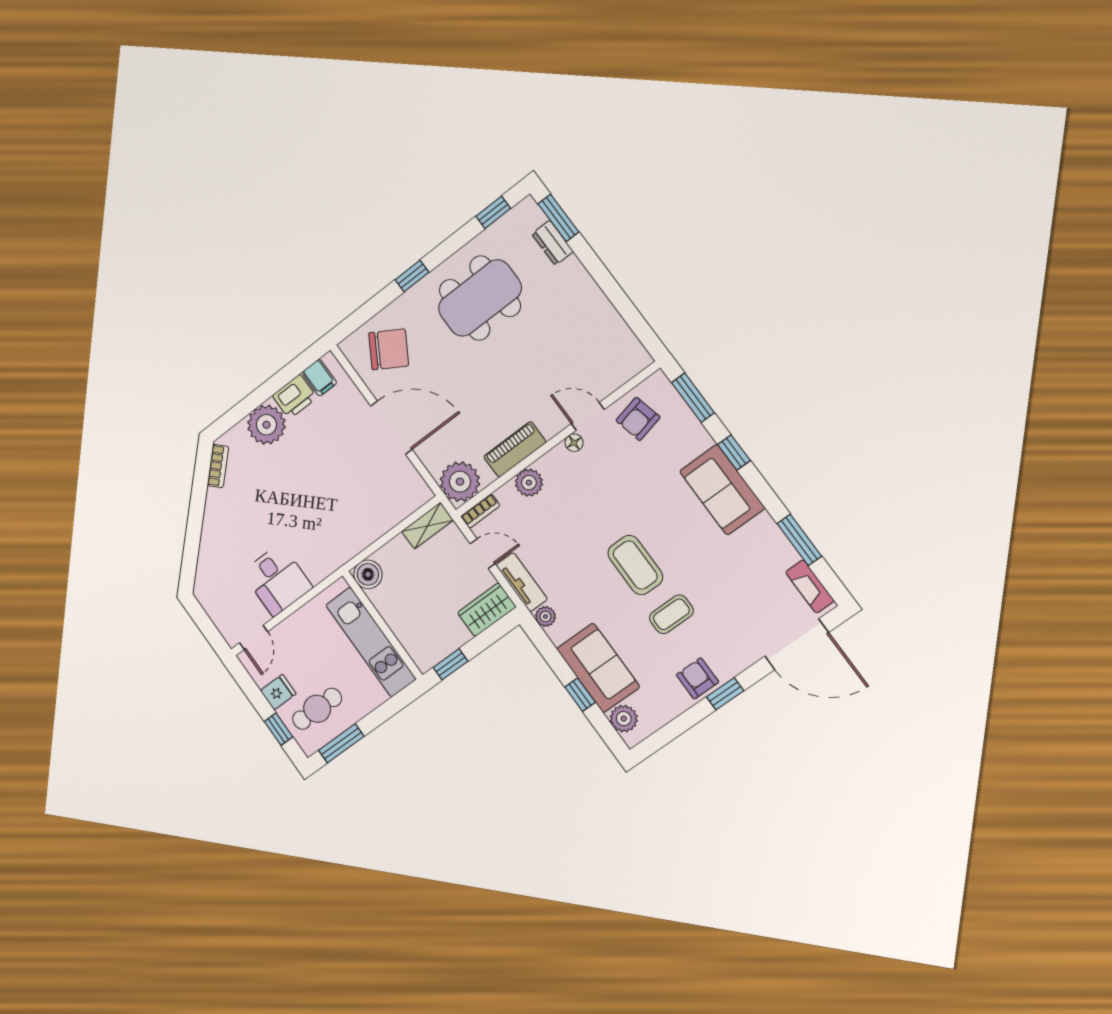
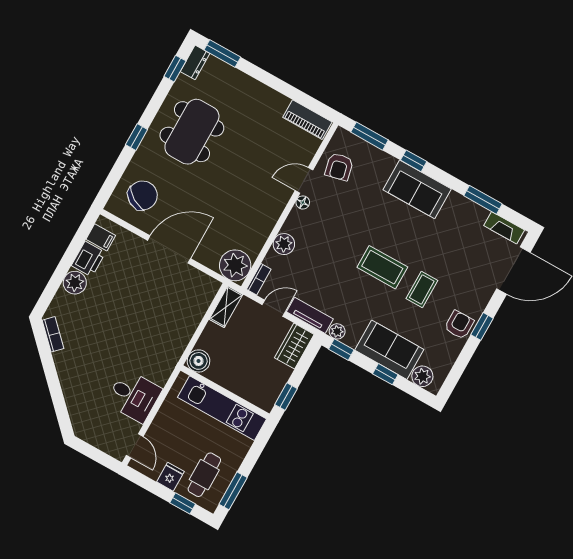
dresser: (553, 243) -> (195, 62), moved, turned -90
plant: (266, 425) -> (75, 283), width x0.73, depth x0.73
piano: (515, 449) -> (307, 120), moved, turned -90
window: (541, 640) -> (341, 349), added
armchair: (698, 678) -> (459, 325), turned 90

